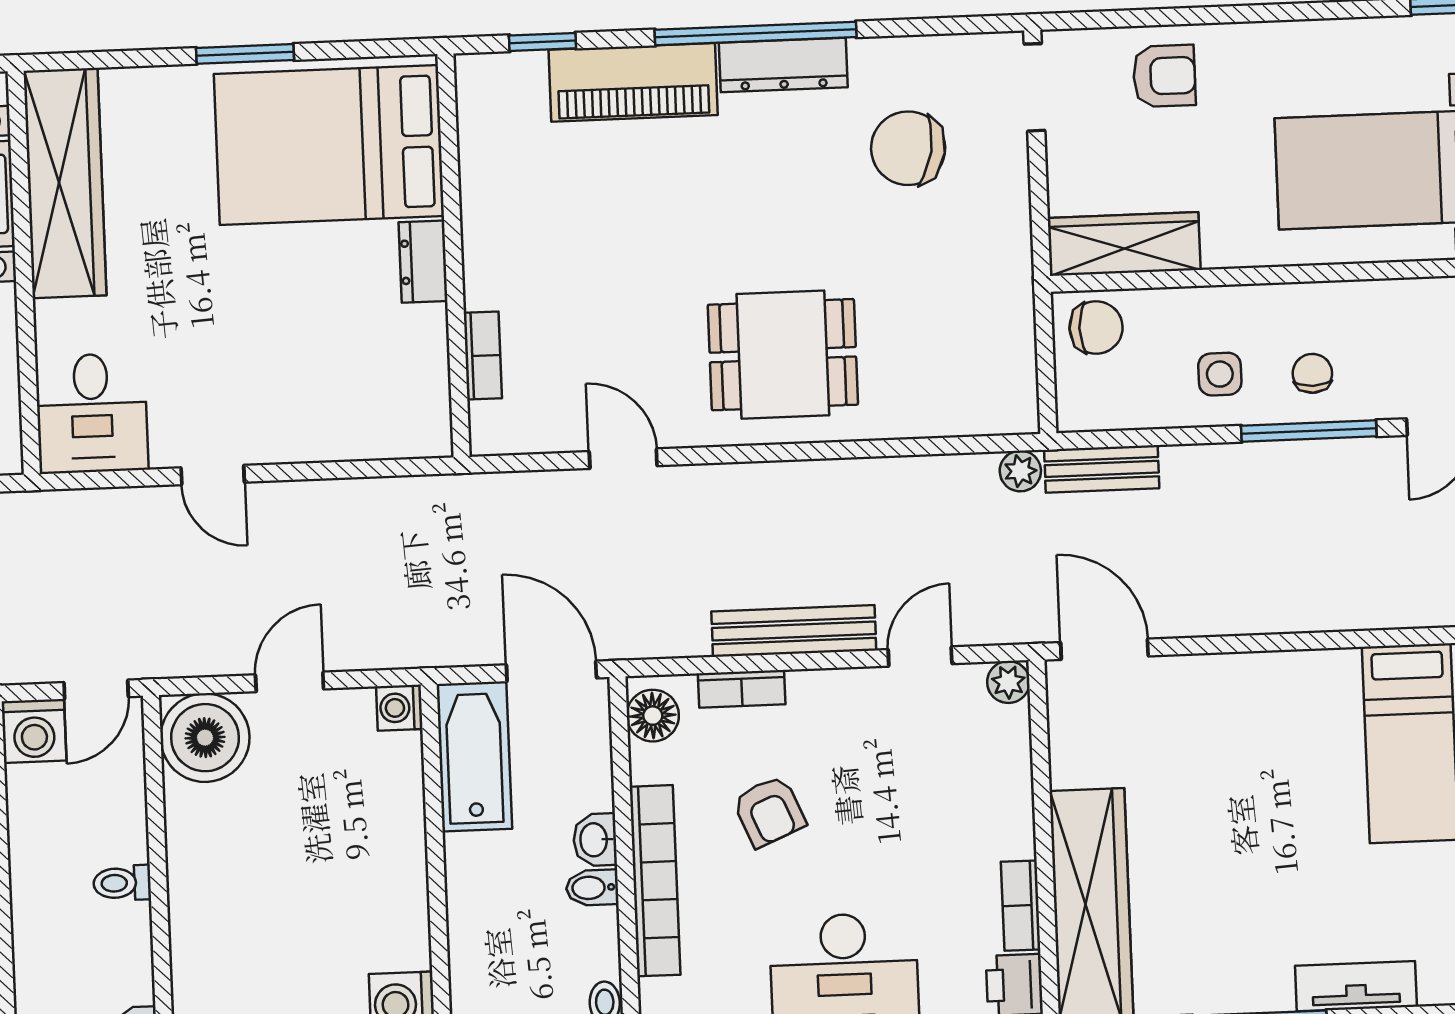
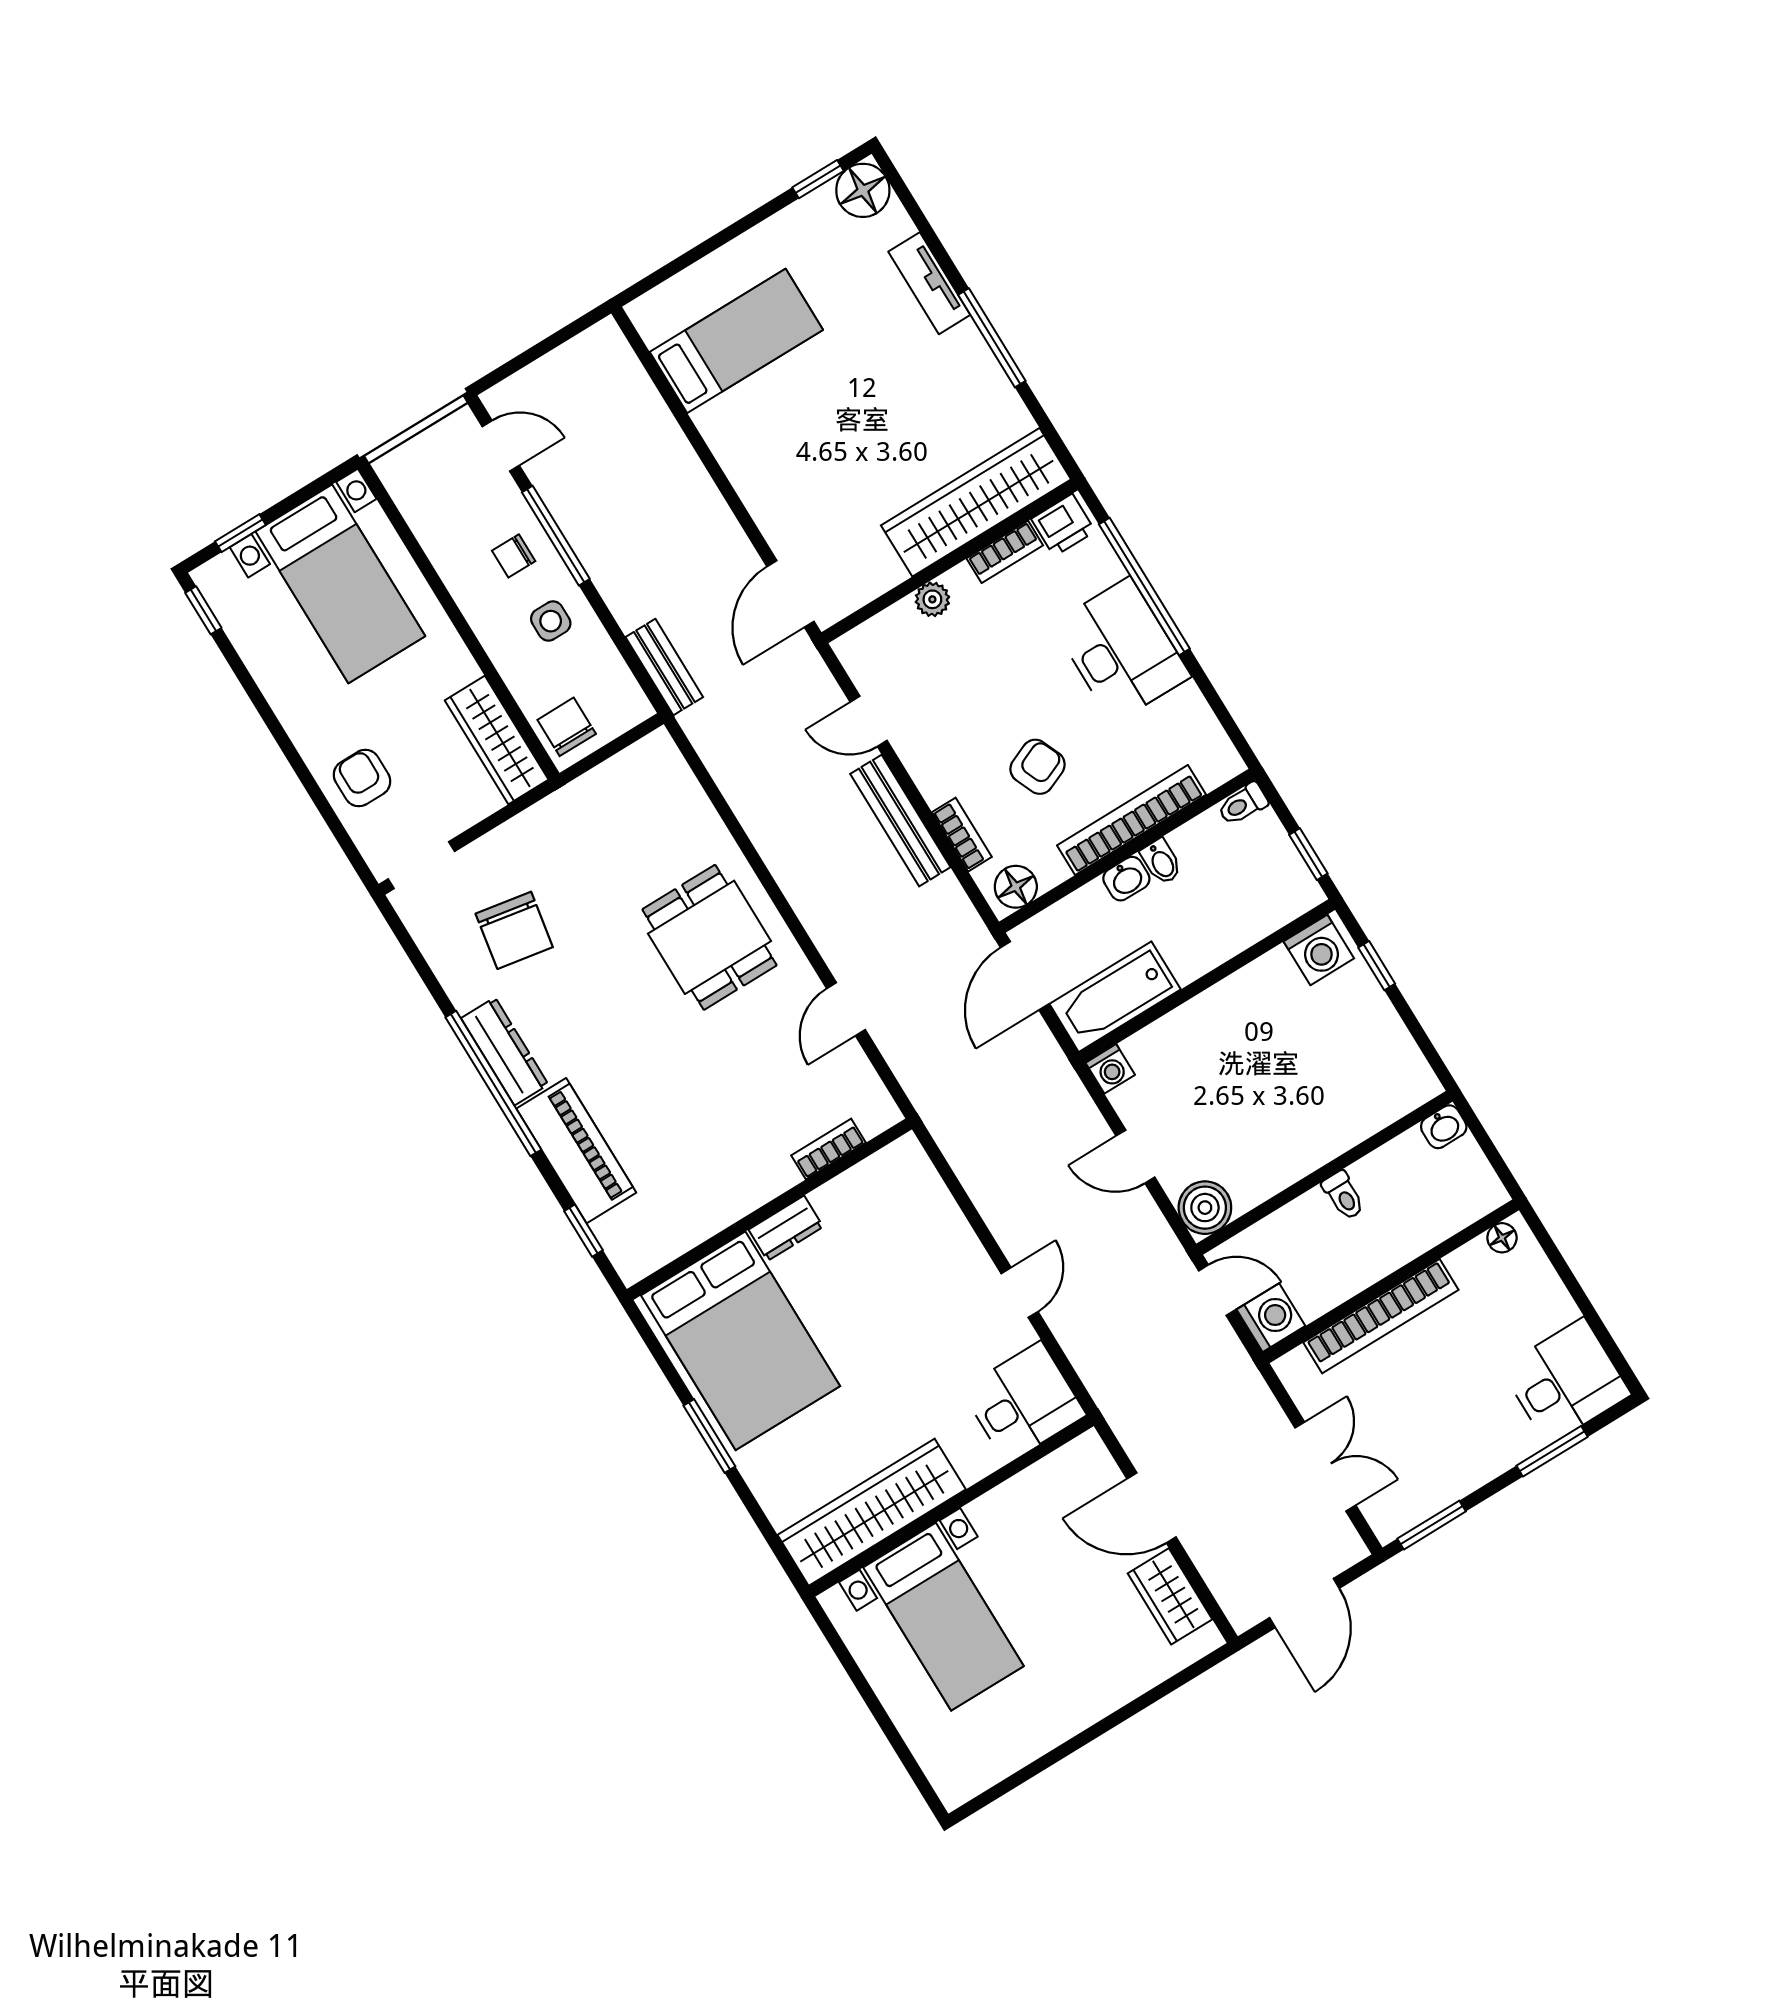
plant: (1020, 471) -> (698, 724), removed
plant: (1008, 682) -> (932, 599), moved
boiler: (205, 738) -> (1205, 1208), width x0.73, depth x0.73

